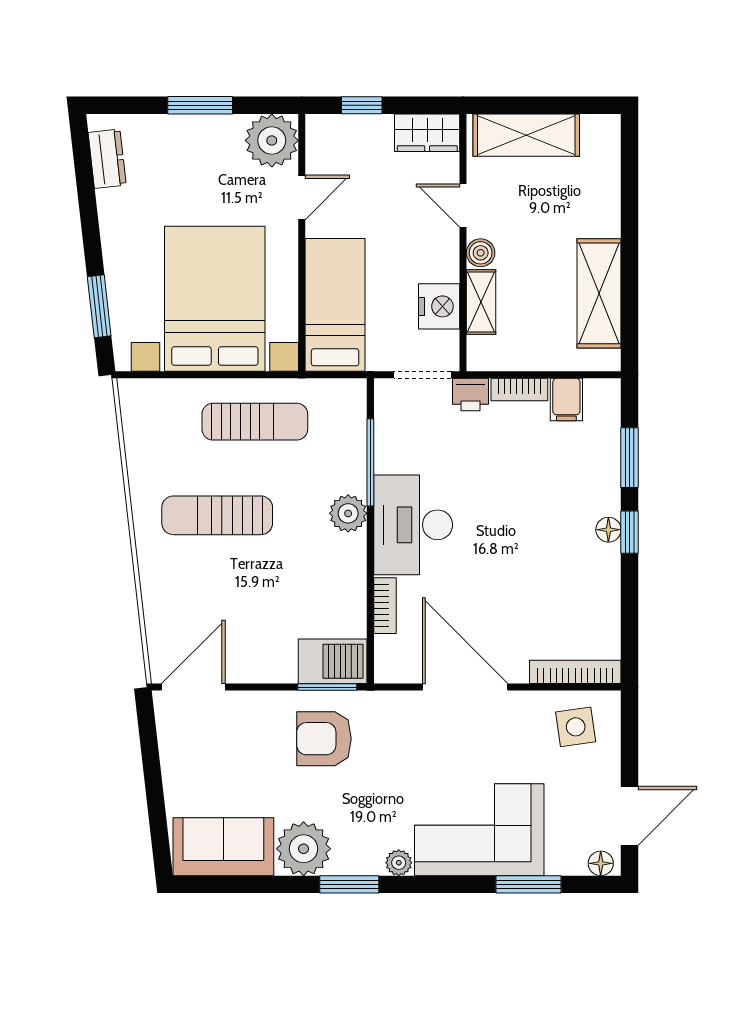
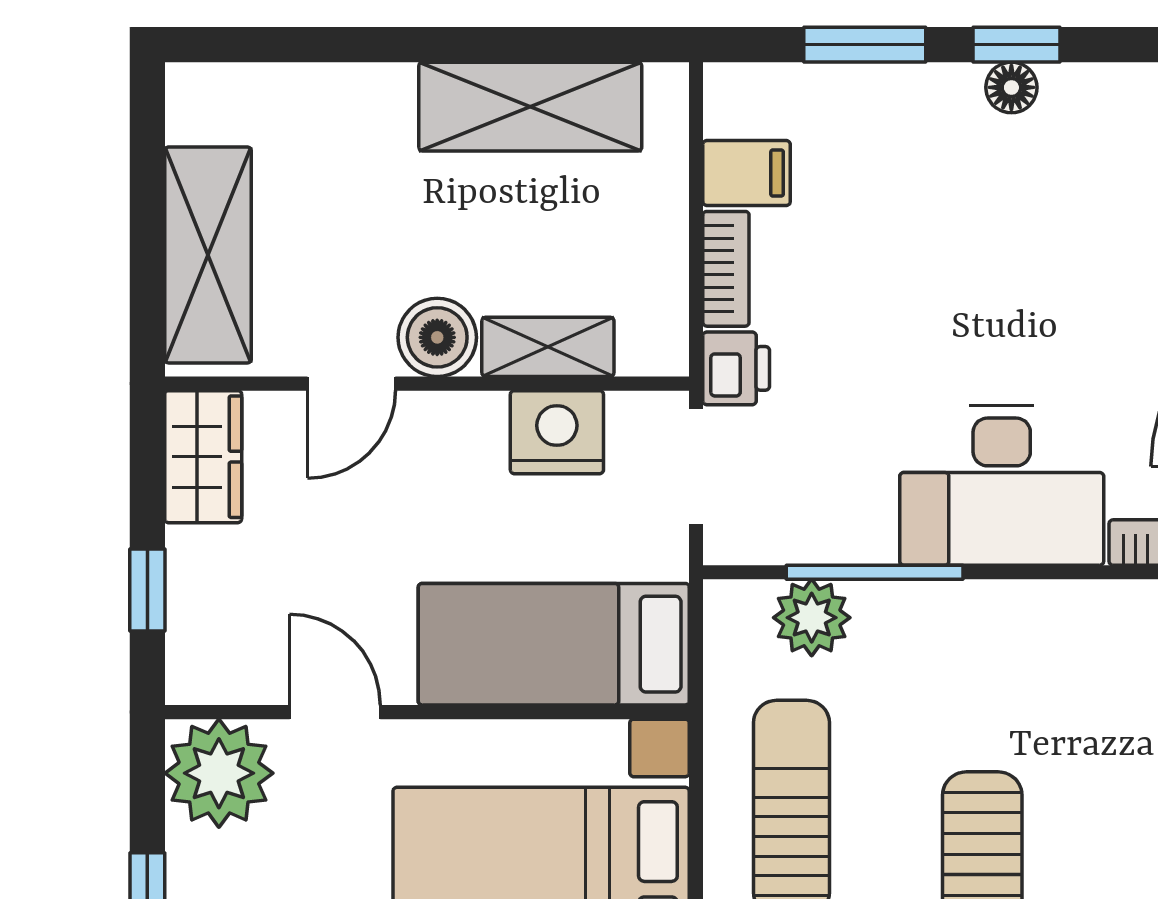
boiler: (481, 253) -> (437, 337), width x1.36, depth x1.36
plant: (348, 513) -> (812, 618), moved

